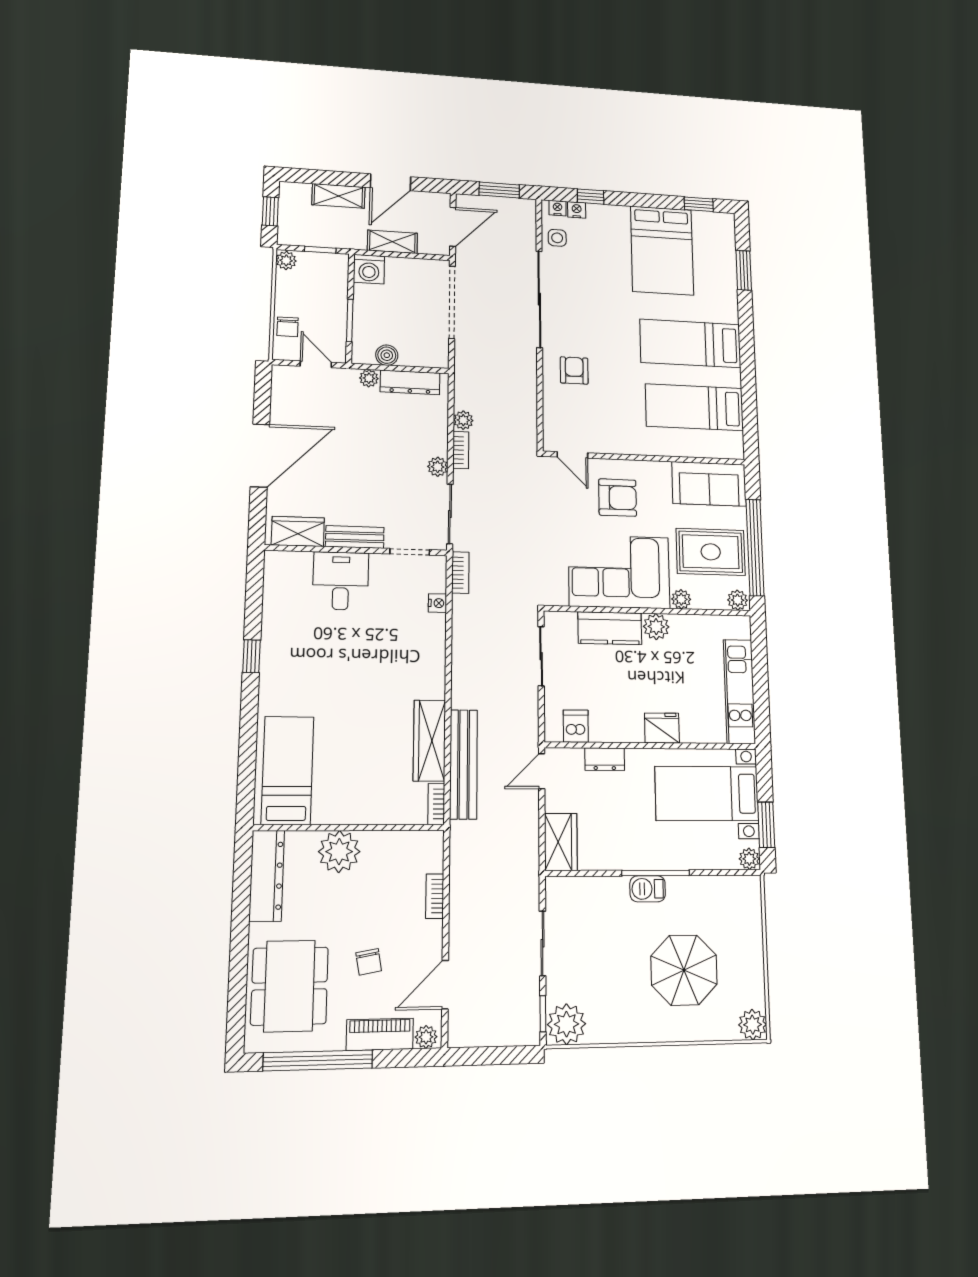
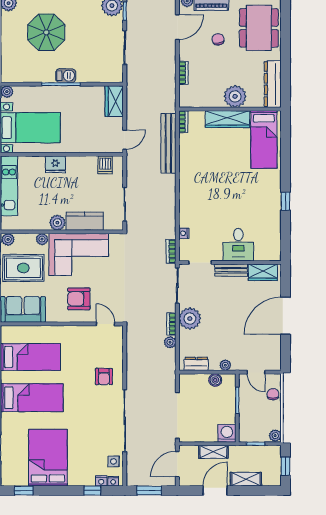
dresser: (410, 382) -> (196, 364), width x0.70
plant: (438, 467) -> (190, 319), width x1.88, depth x1.88
wardrobe: (429, 741) -> (227, 119), moved, turned 90
dresser: (605, 759) -> (89, 147), removed

